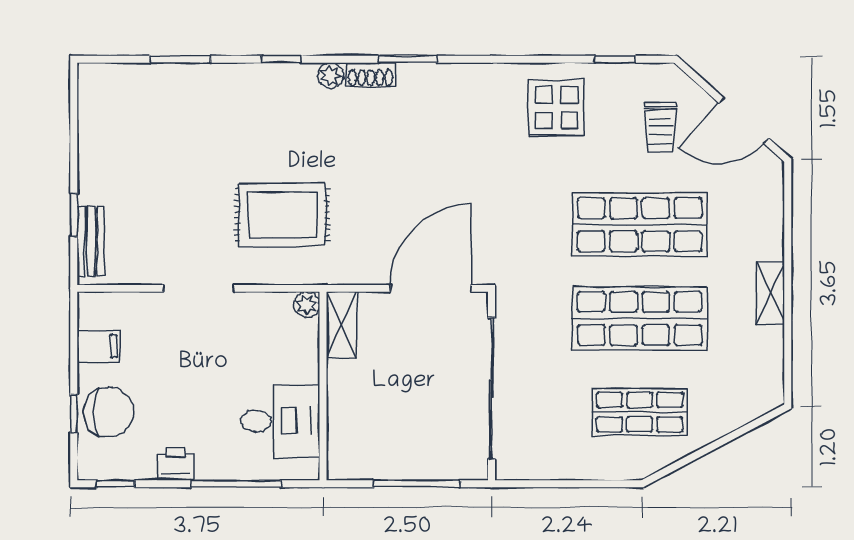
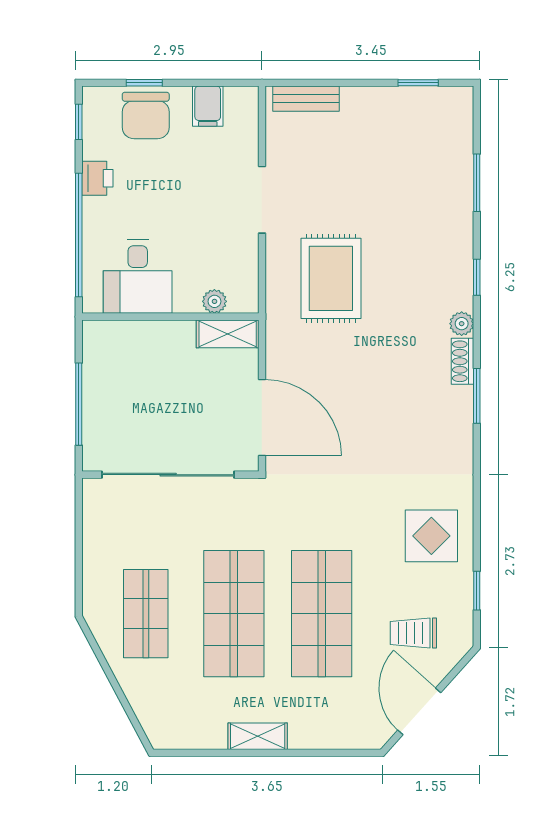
window: (74, 215) -> (418, 83), moved
plant: (307, 305) -> (214, 301), moved
window: (236, 484) -> (79, 235), width x1.46

